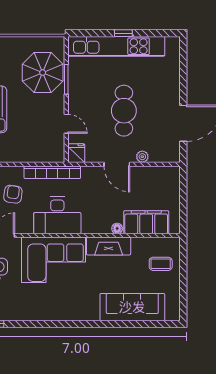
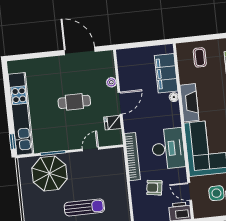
window: (123, 33) -> (13, 141), moved
cafe table: (124, 111) -> (74, 102), width x0.73, depth x0.74
fridge: (77, 153) -> (113, 123), moved

